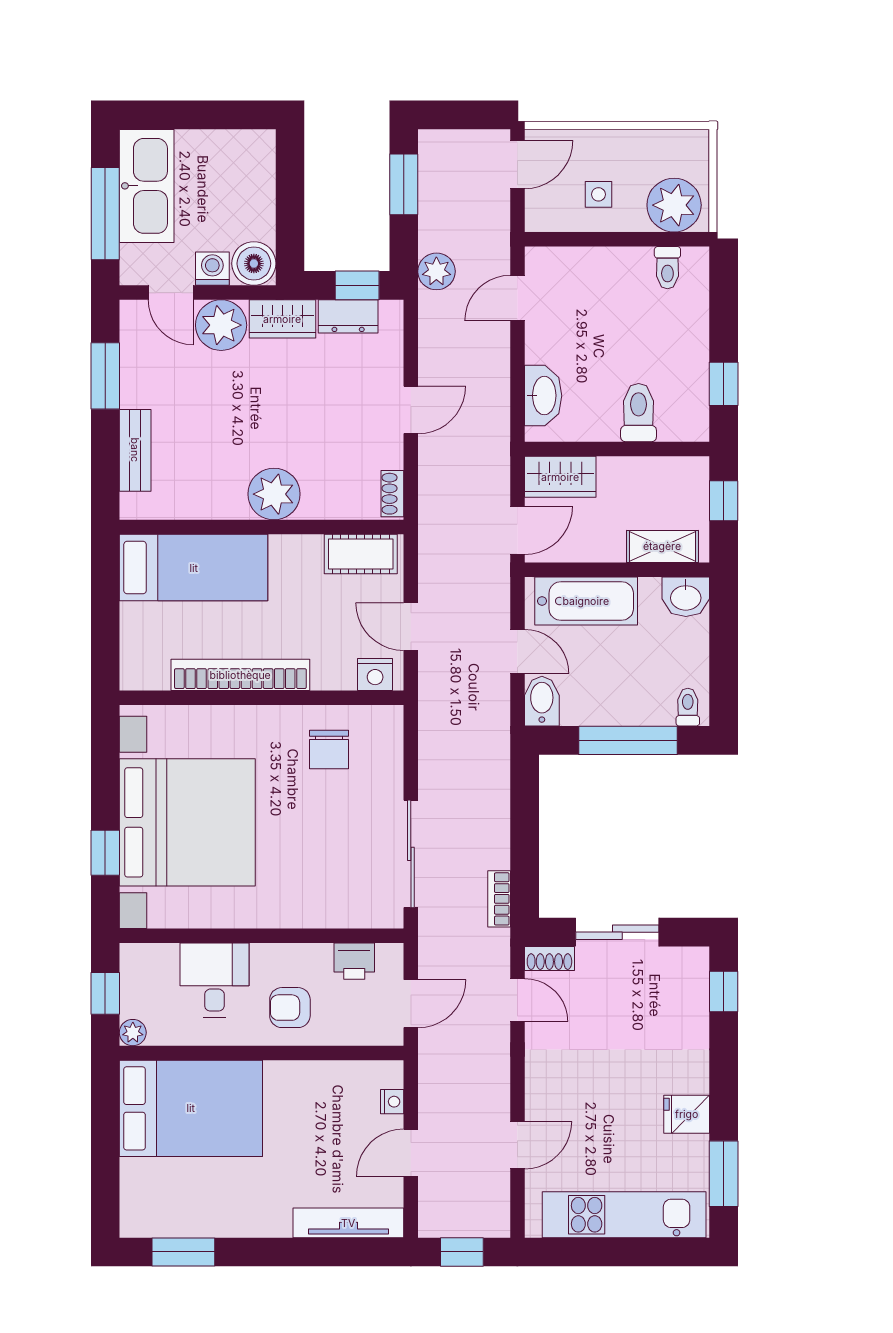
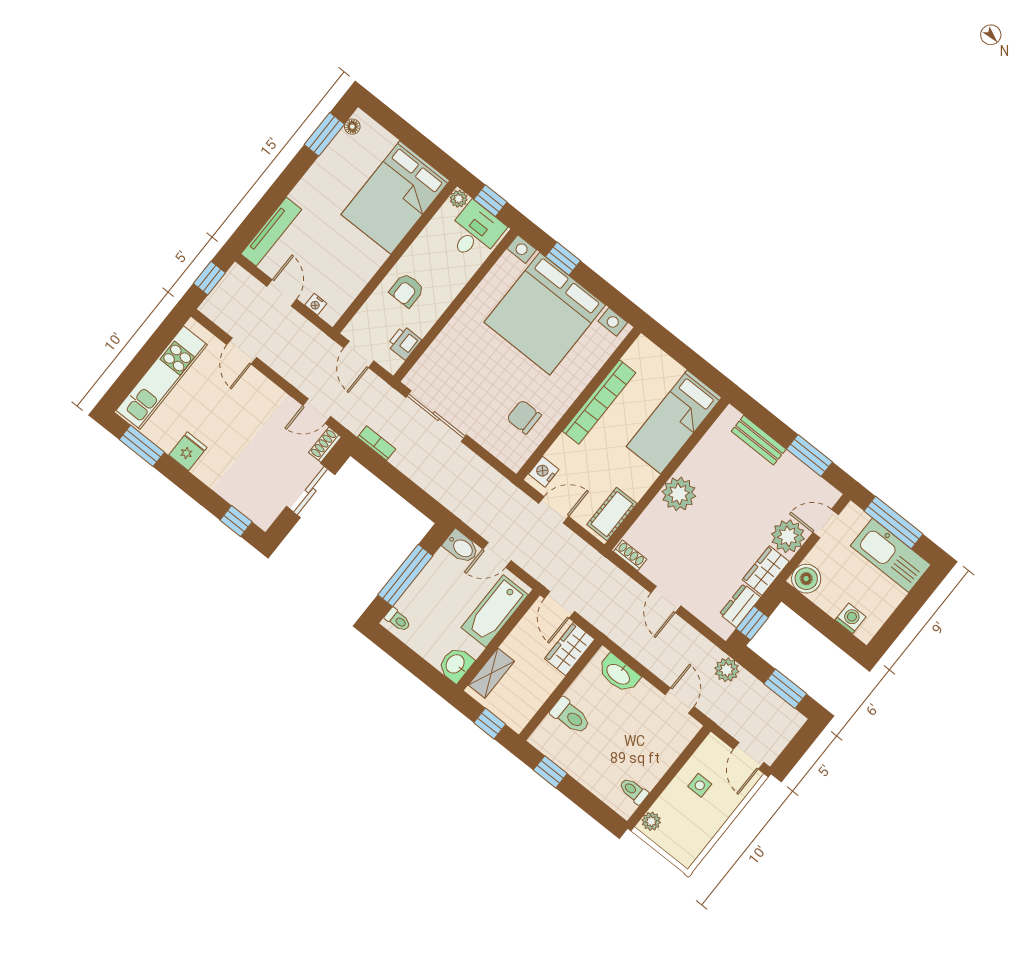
plant: (674, 205) -> (651, 821), width x0.53, depth x0.53
washing machine: (212, 269) -> (851, 618), moved, turned -90
desk: (214, 980) -> (475, 232), moved, turned -90
armchair: (290, 1008) -> (407, 290), turned 180
floor lamp: (148, 1226) -> (352, 127), added

